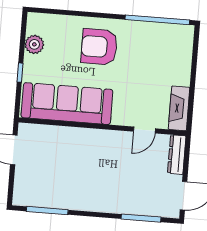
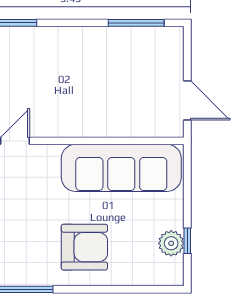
window: (20, 73) -> (187, 241), moved

